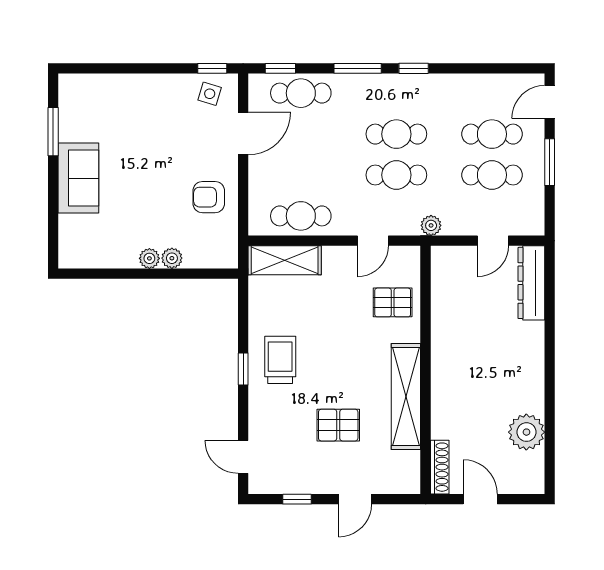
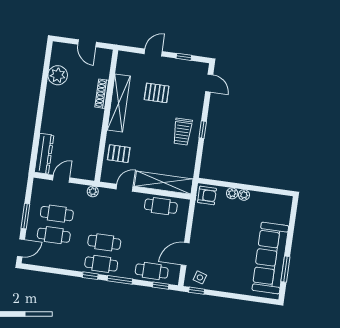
cafe table: (396, 175) -> (101, 264), moved
sofa: (78, 178) -> (270, 258), width x1.85, depth x1.27
armchair: (209, 197) -> (207, 195), moved
shelving: (285, 260) -> (164, 183), width x1.47
shoe rack: (440, 467) -> (102, 94), moved

